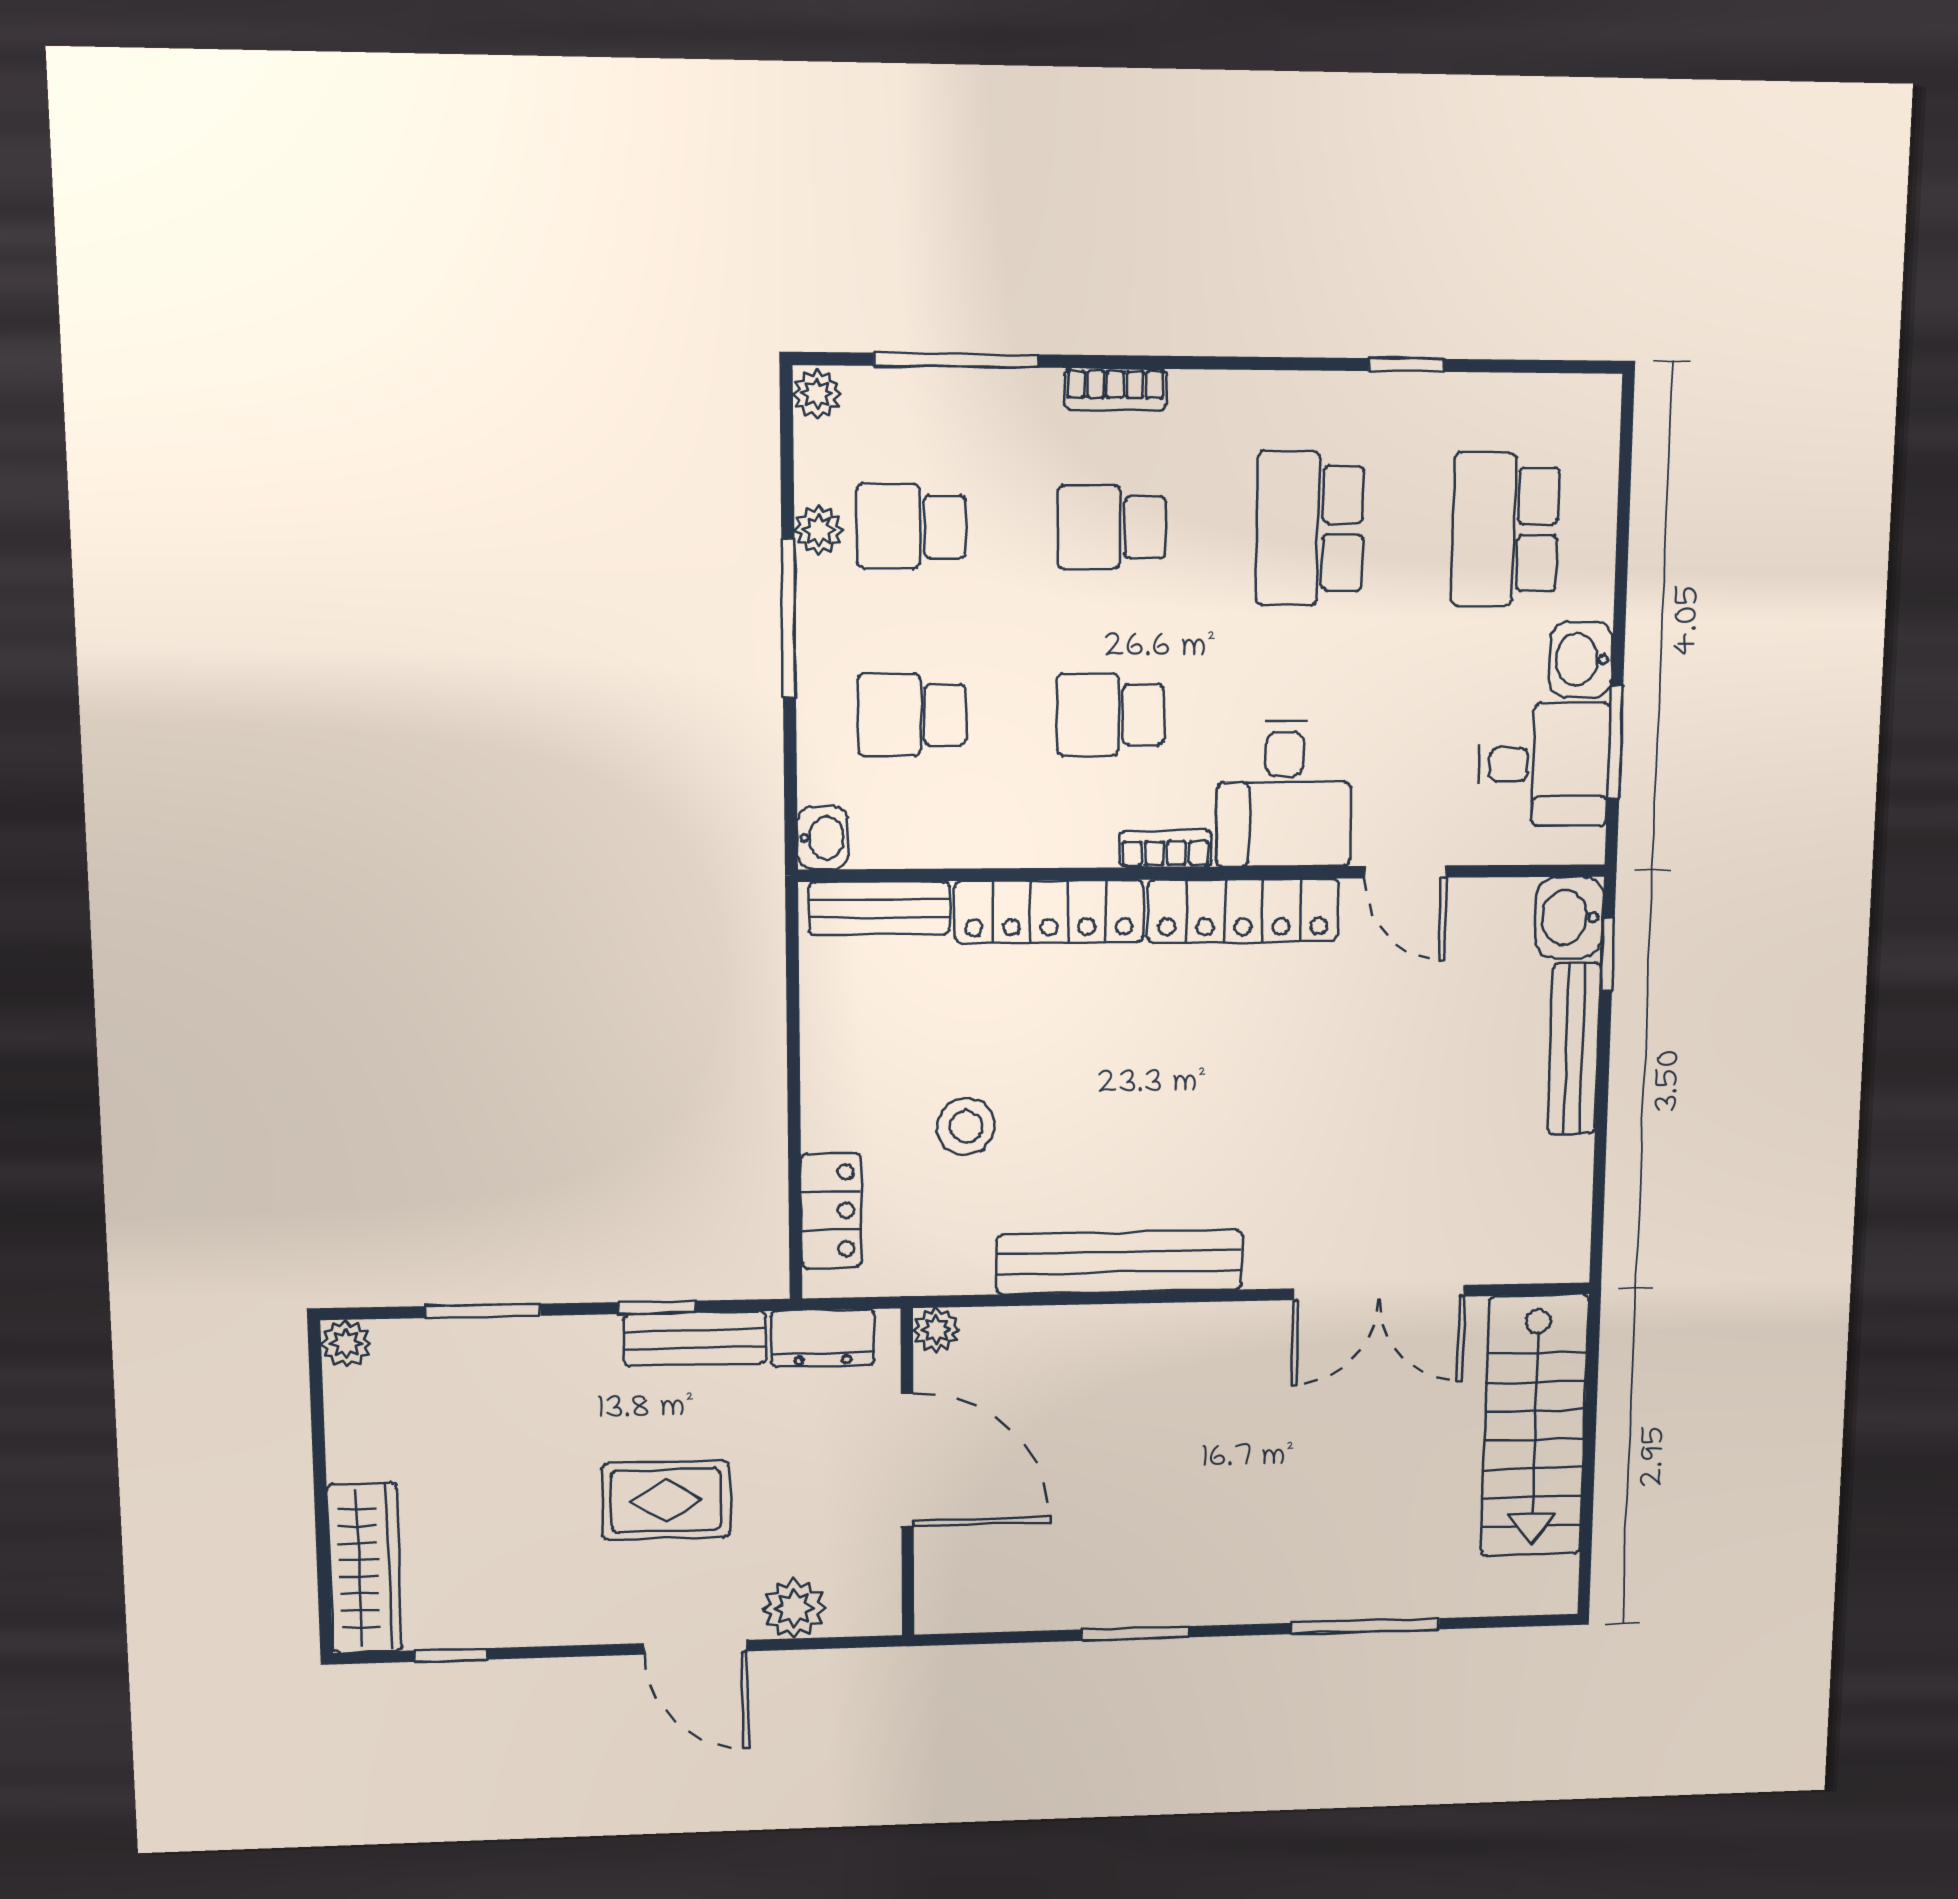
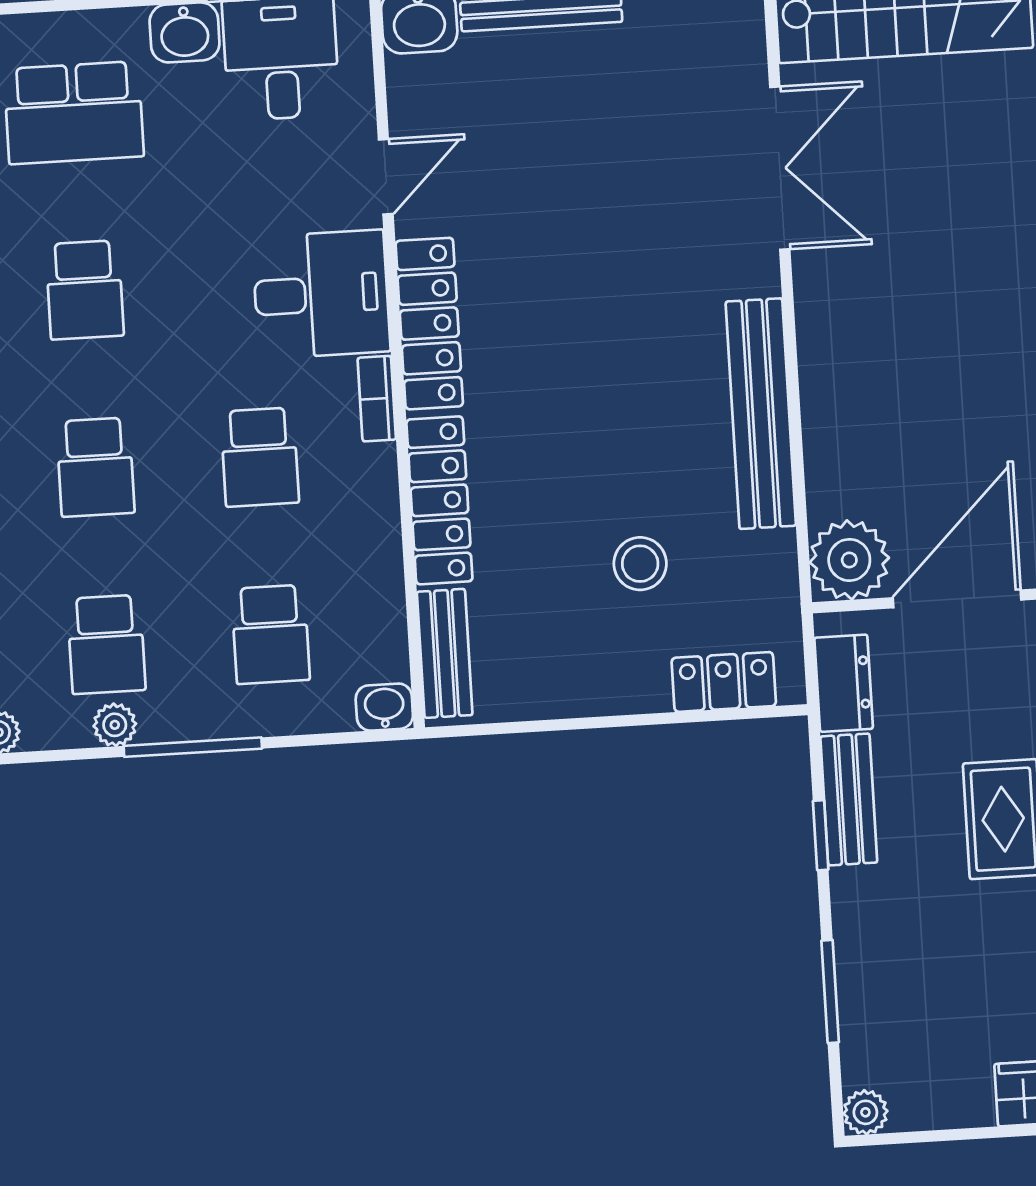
school desk: (1310, 528) -> (85, 290), width x0.54
plant: (936, 1330) -> (849, 560), width x1.87, depth x1.87

